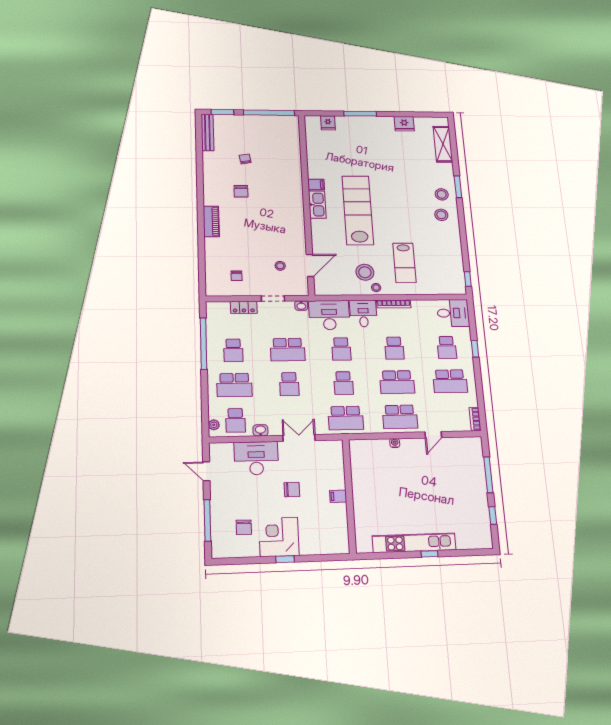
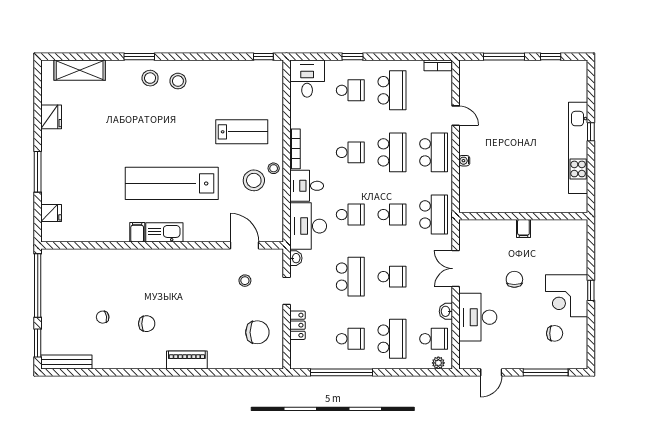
chair: (237, 276) -> (257, 332), width x1.87, depth x1.87

